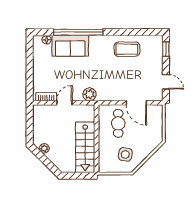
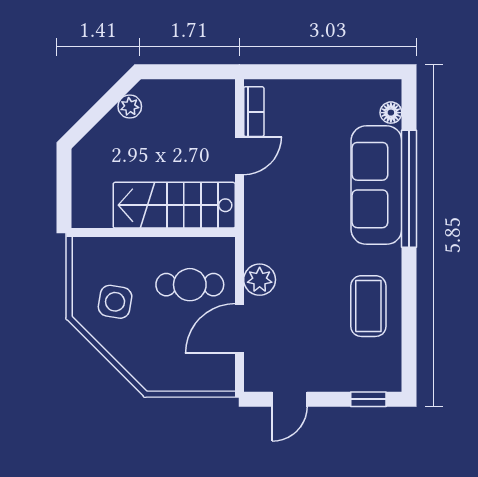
sofa: (70, 46) -> (376, 185), width x1.36
plant: (90, 94) -> (260, 280), moved
door: (65, 103) -> (239, 156), hinge flipped
stairs: (85, 147) -> (174, 205), moved

